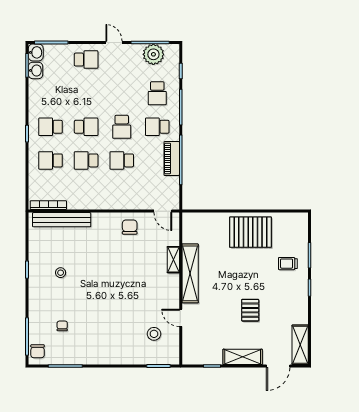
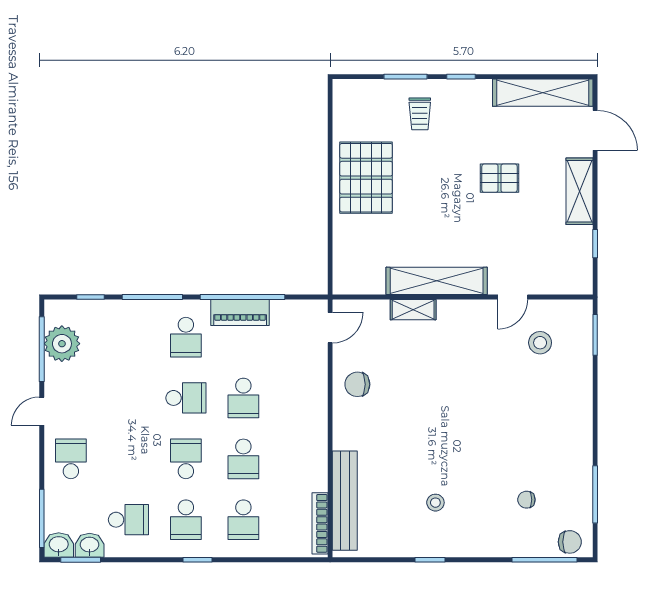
school desk: (157, 93) -> (128, 520), moved
shelving: (300, 345) -> (543, 93), width x1.47

